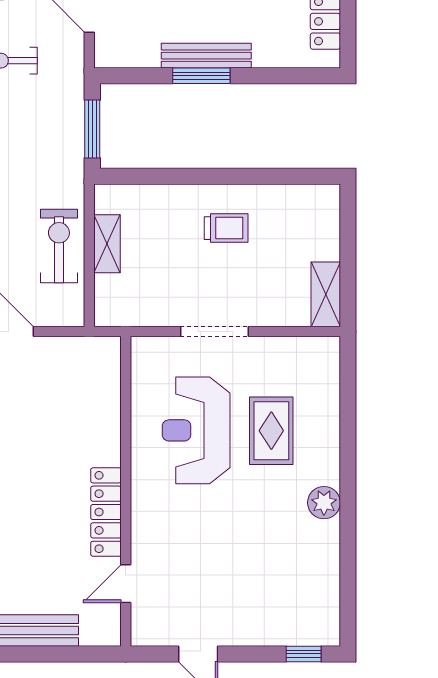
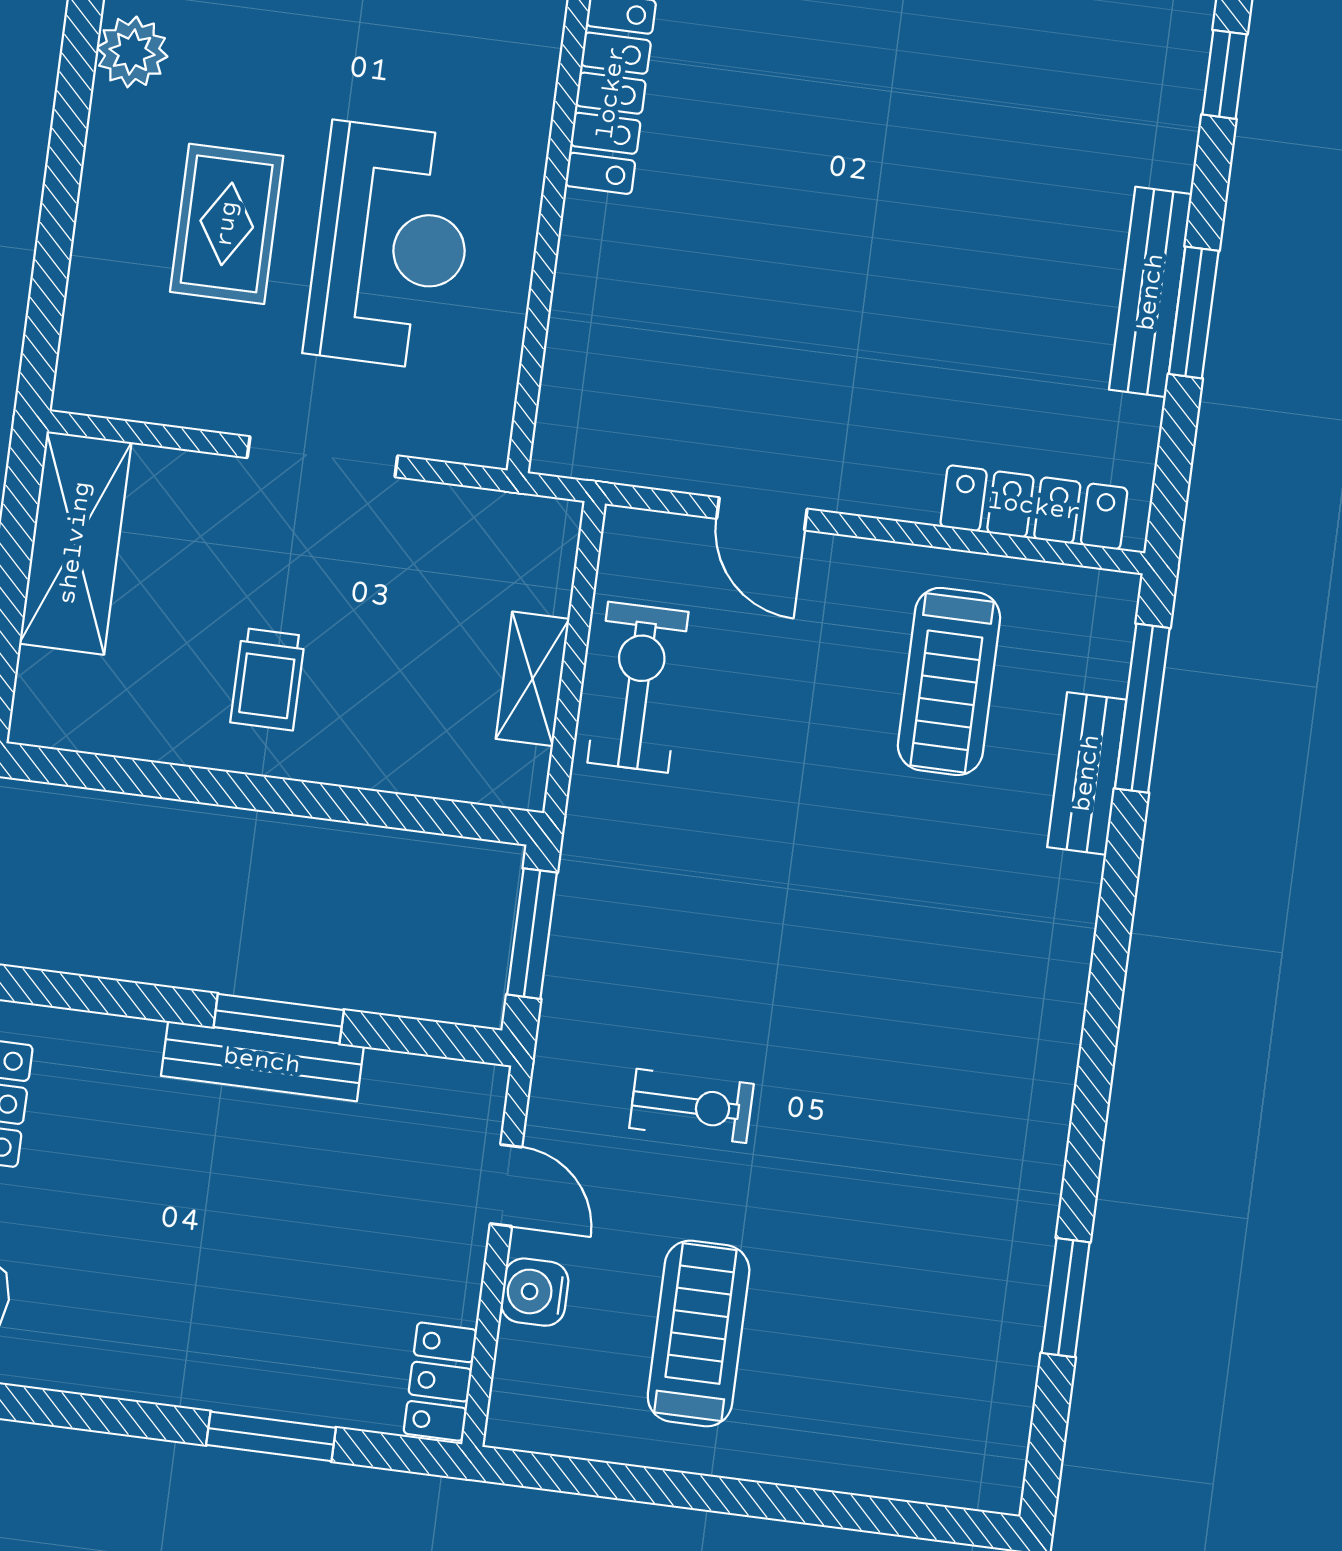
trolley: (226, 228) -> (268, 679), turned -90
exercise bike: (59, 246) -> (638, 687), turned 180
shelving: (326, 294) -> (75, 543), width x1.50, depth x1.33

